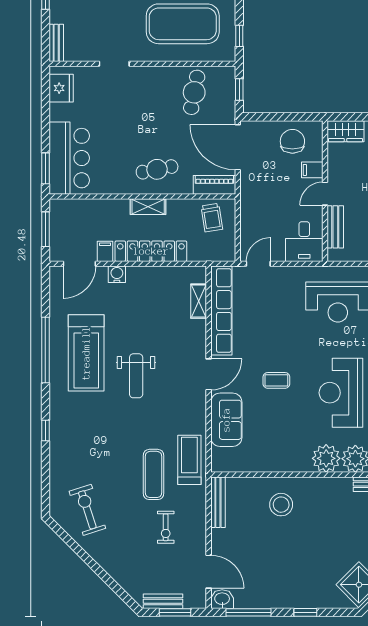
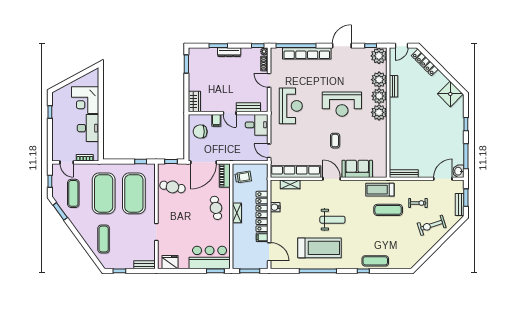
water cooler: (117, 274) -> (275, 207), moved
exercise mat: (63, 452) -> (375, 261), added
stool: (281, 505) -> (405, 138), removed
exercise bike: (87, 510) -> (432, 225), moved

